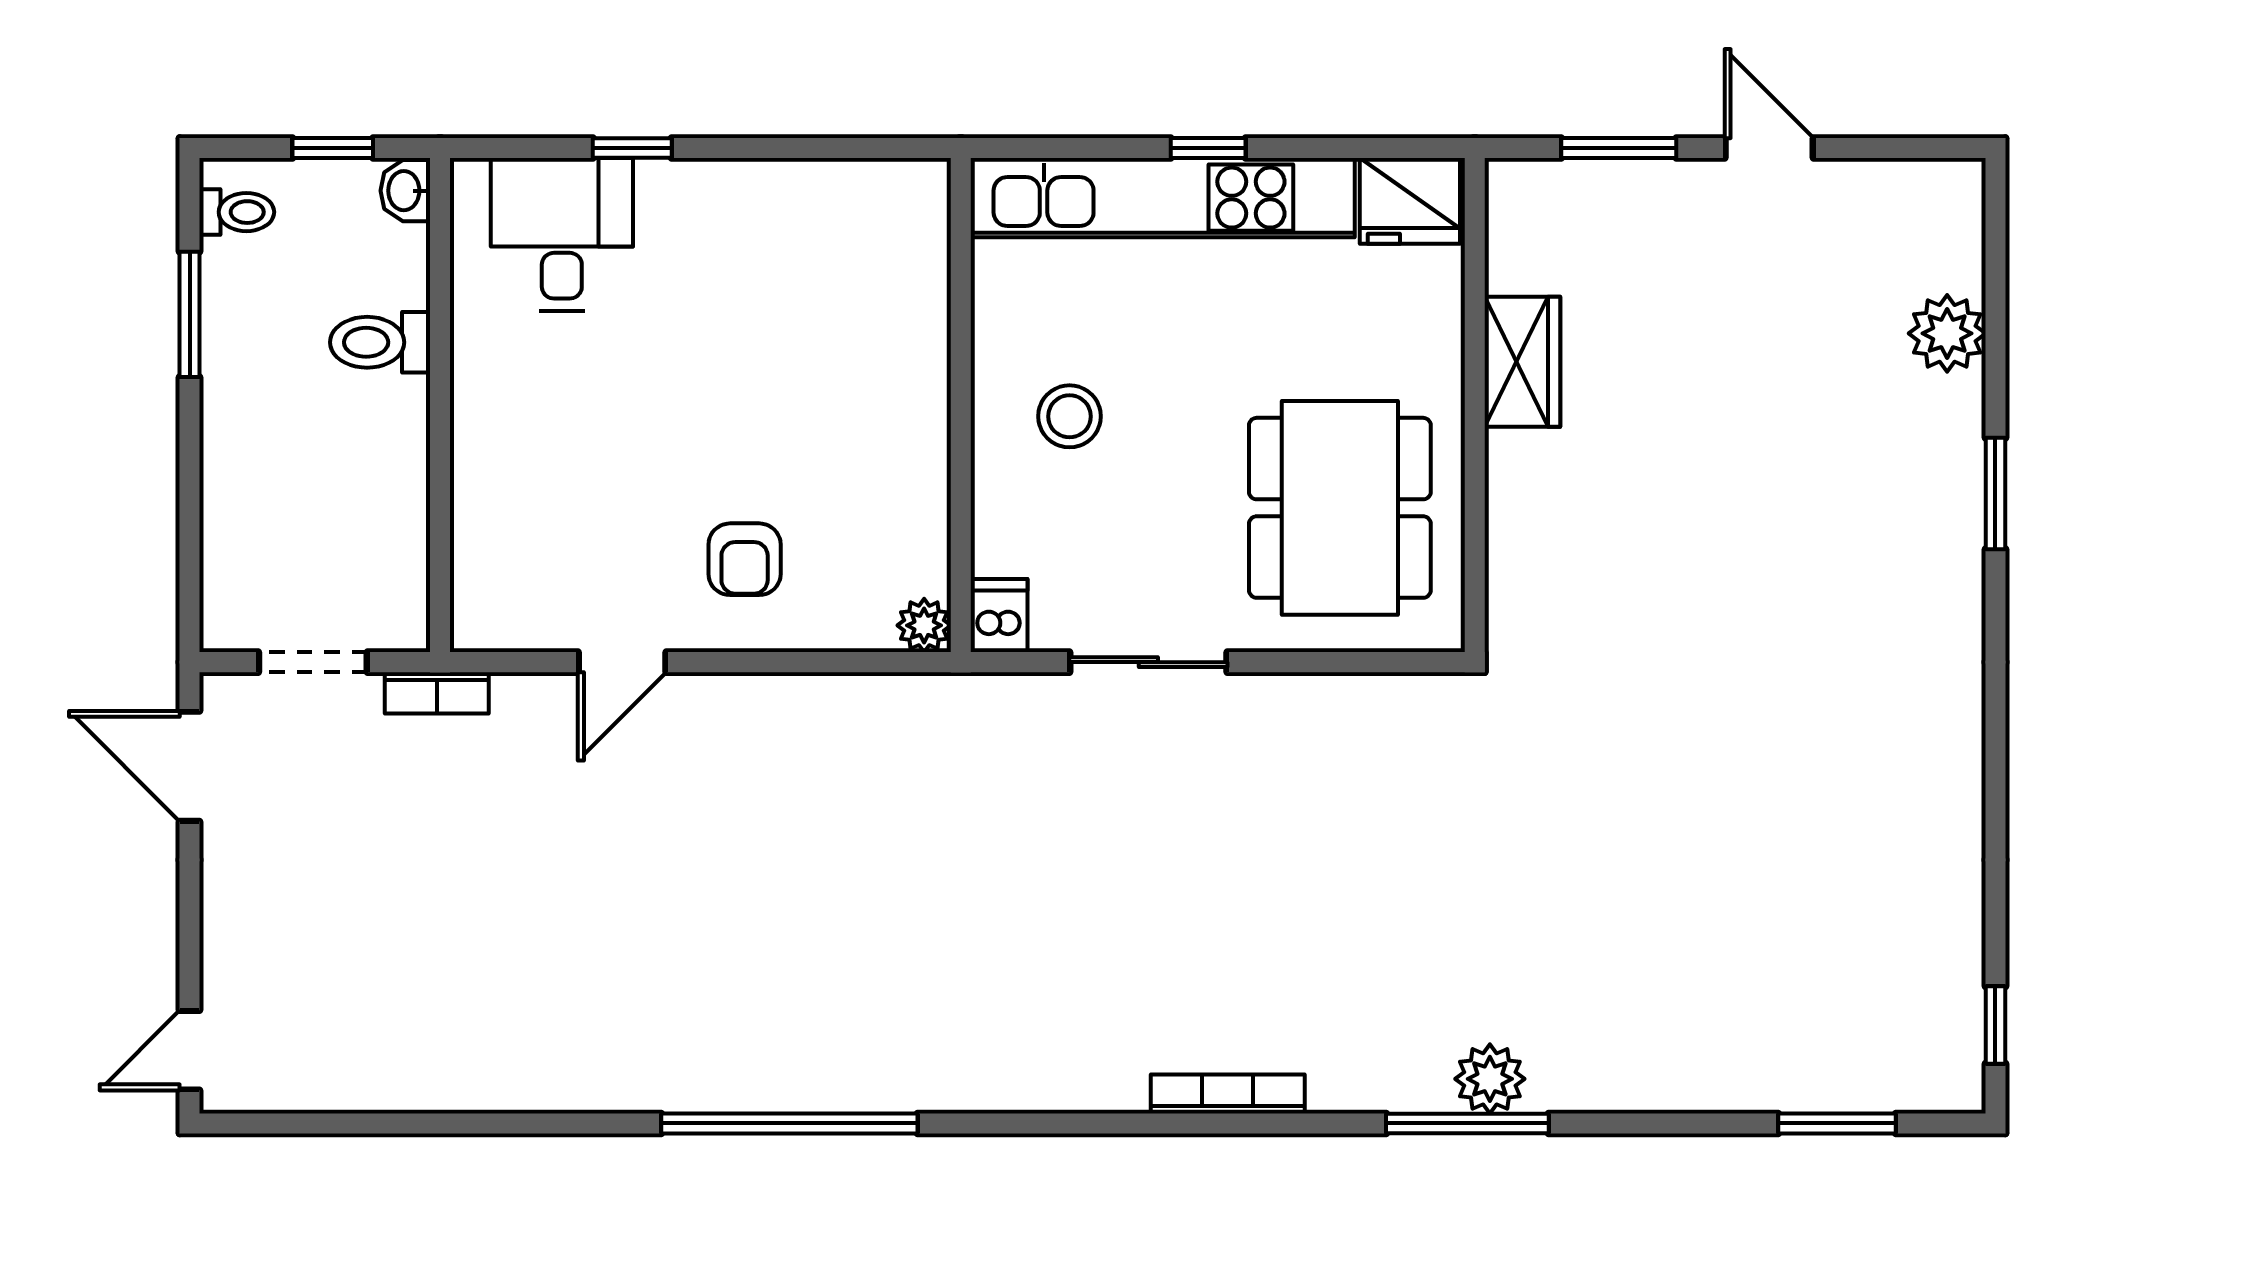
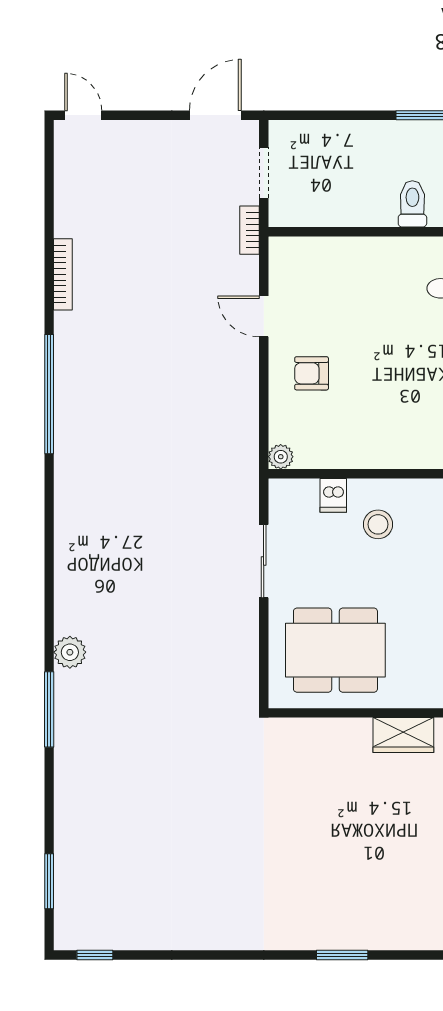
plant: (1947, 333) -> (417, 932), removed
dishwasher: (999, 616) -> (333, 495), moved, turned 90
plant: (1490, 1079) -> (70, 652), moved
bookcase: (1228, 1094) -> (63, 274), moved

